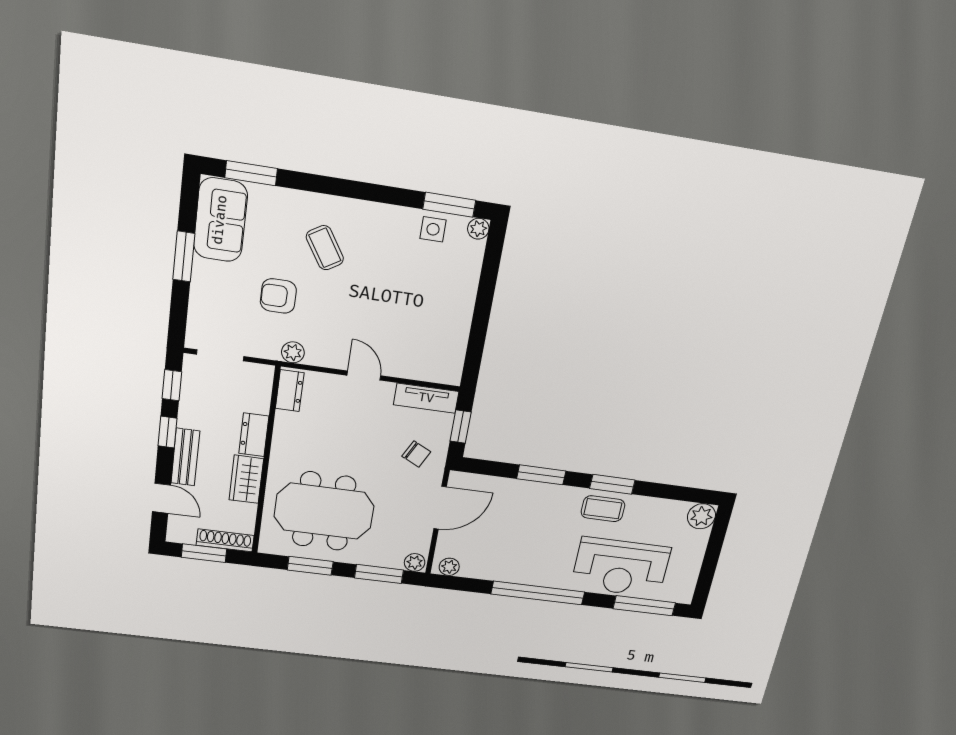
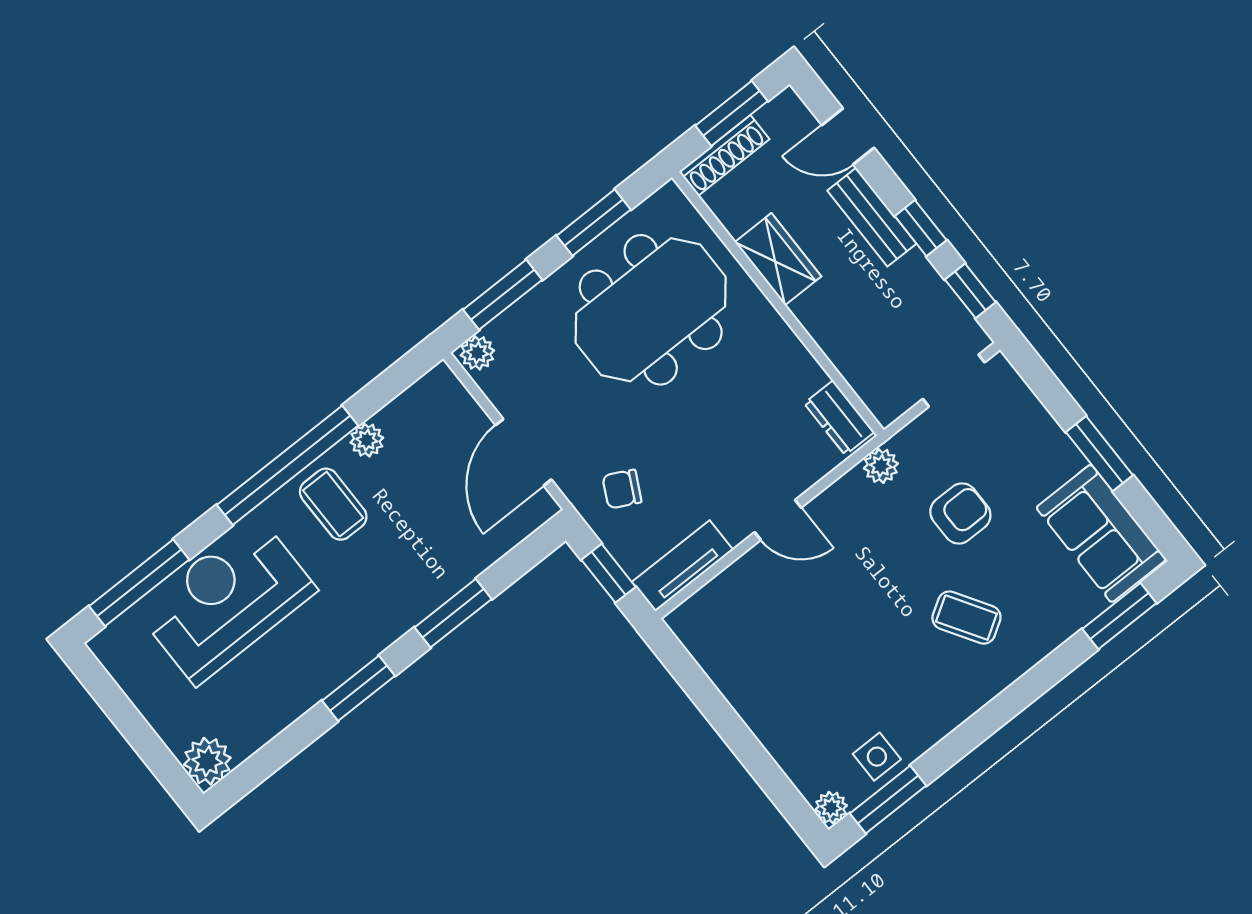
dresser: (254, 435) -> (825, 323), removed
coffee table: (603, 509) -> (333, 504), moved, turned 90
plant: (449, 567) -> (367, 440), moved

